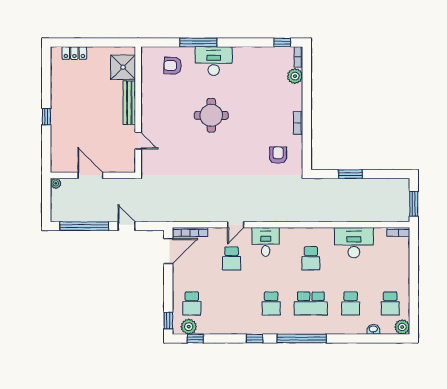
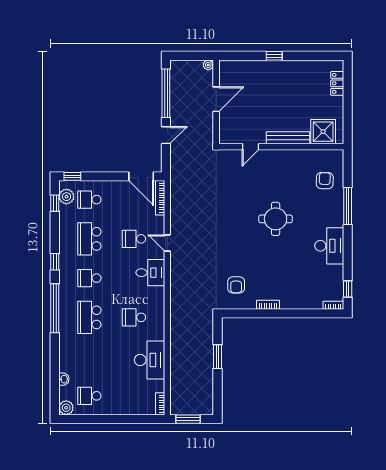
desk: (214, 61) -> (329, 246), moved
plant: (295, 76) -> (314, 302), removed
armchair: (278, 155) -> (236, 285), turned 90
school desk: (351, 303) -> (89, 239), moved, width x1.85

